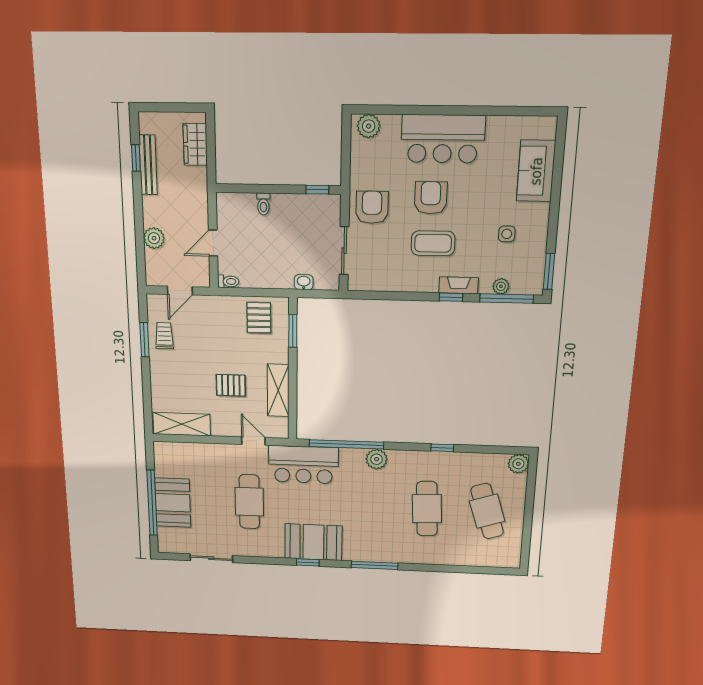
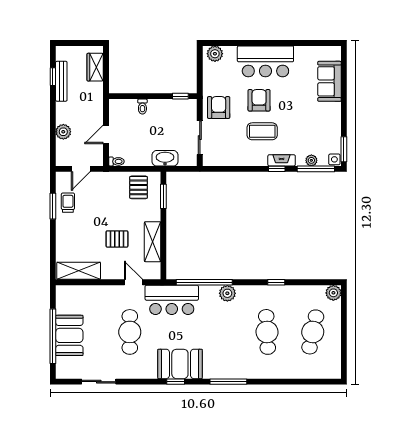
side table: (507, 234) -> (334, 159), moved
washbasin: (304, 282) -> (165, 158), width x1.91, depth x1.45
cafe table: (487, 511) -> (313, 332), turned 30

